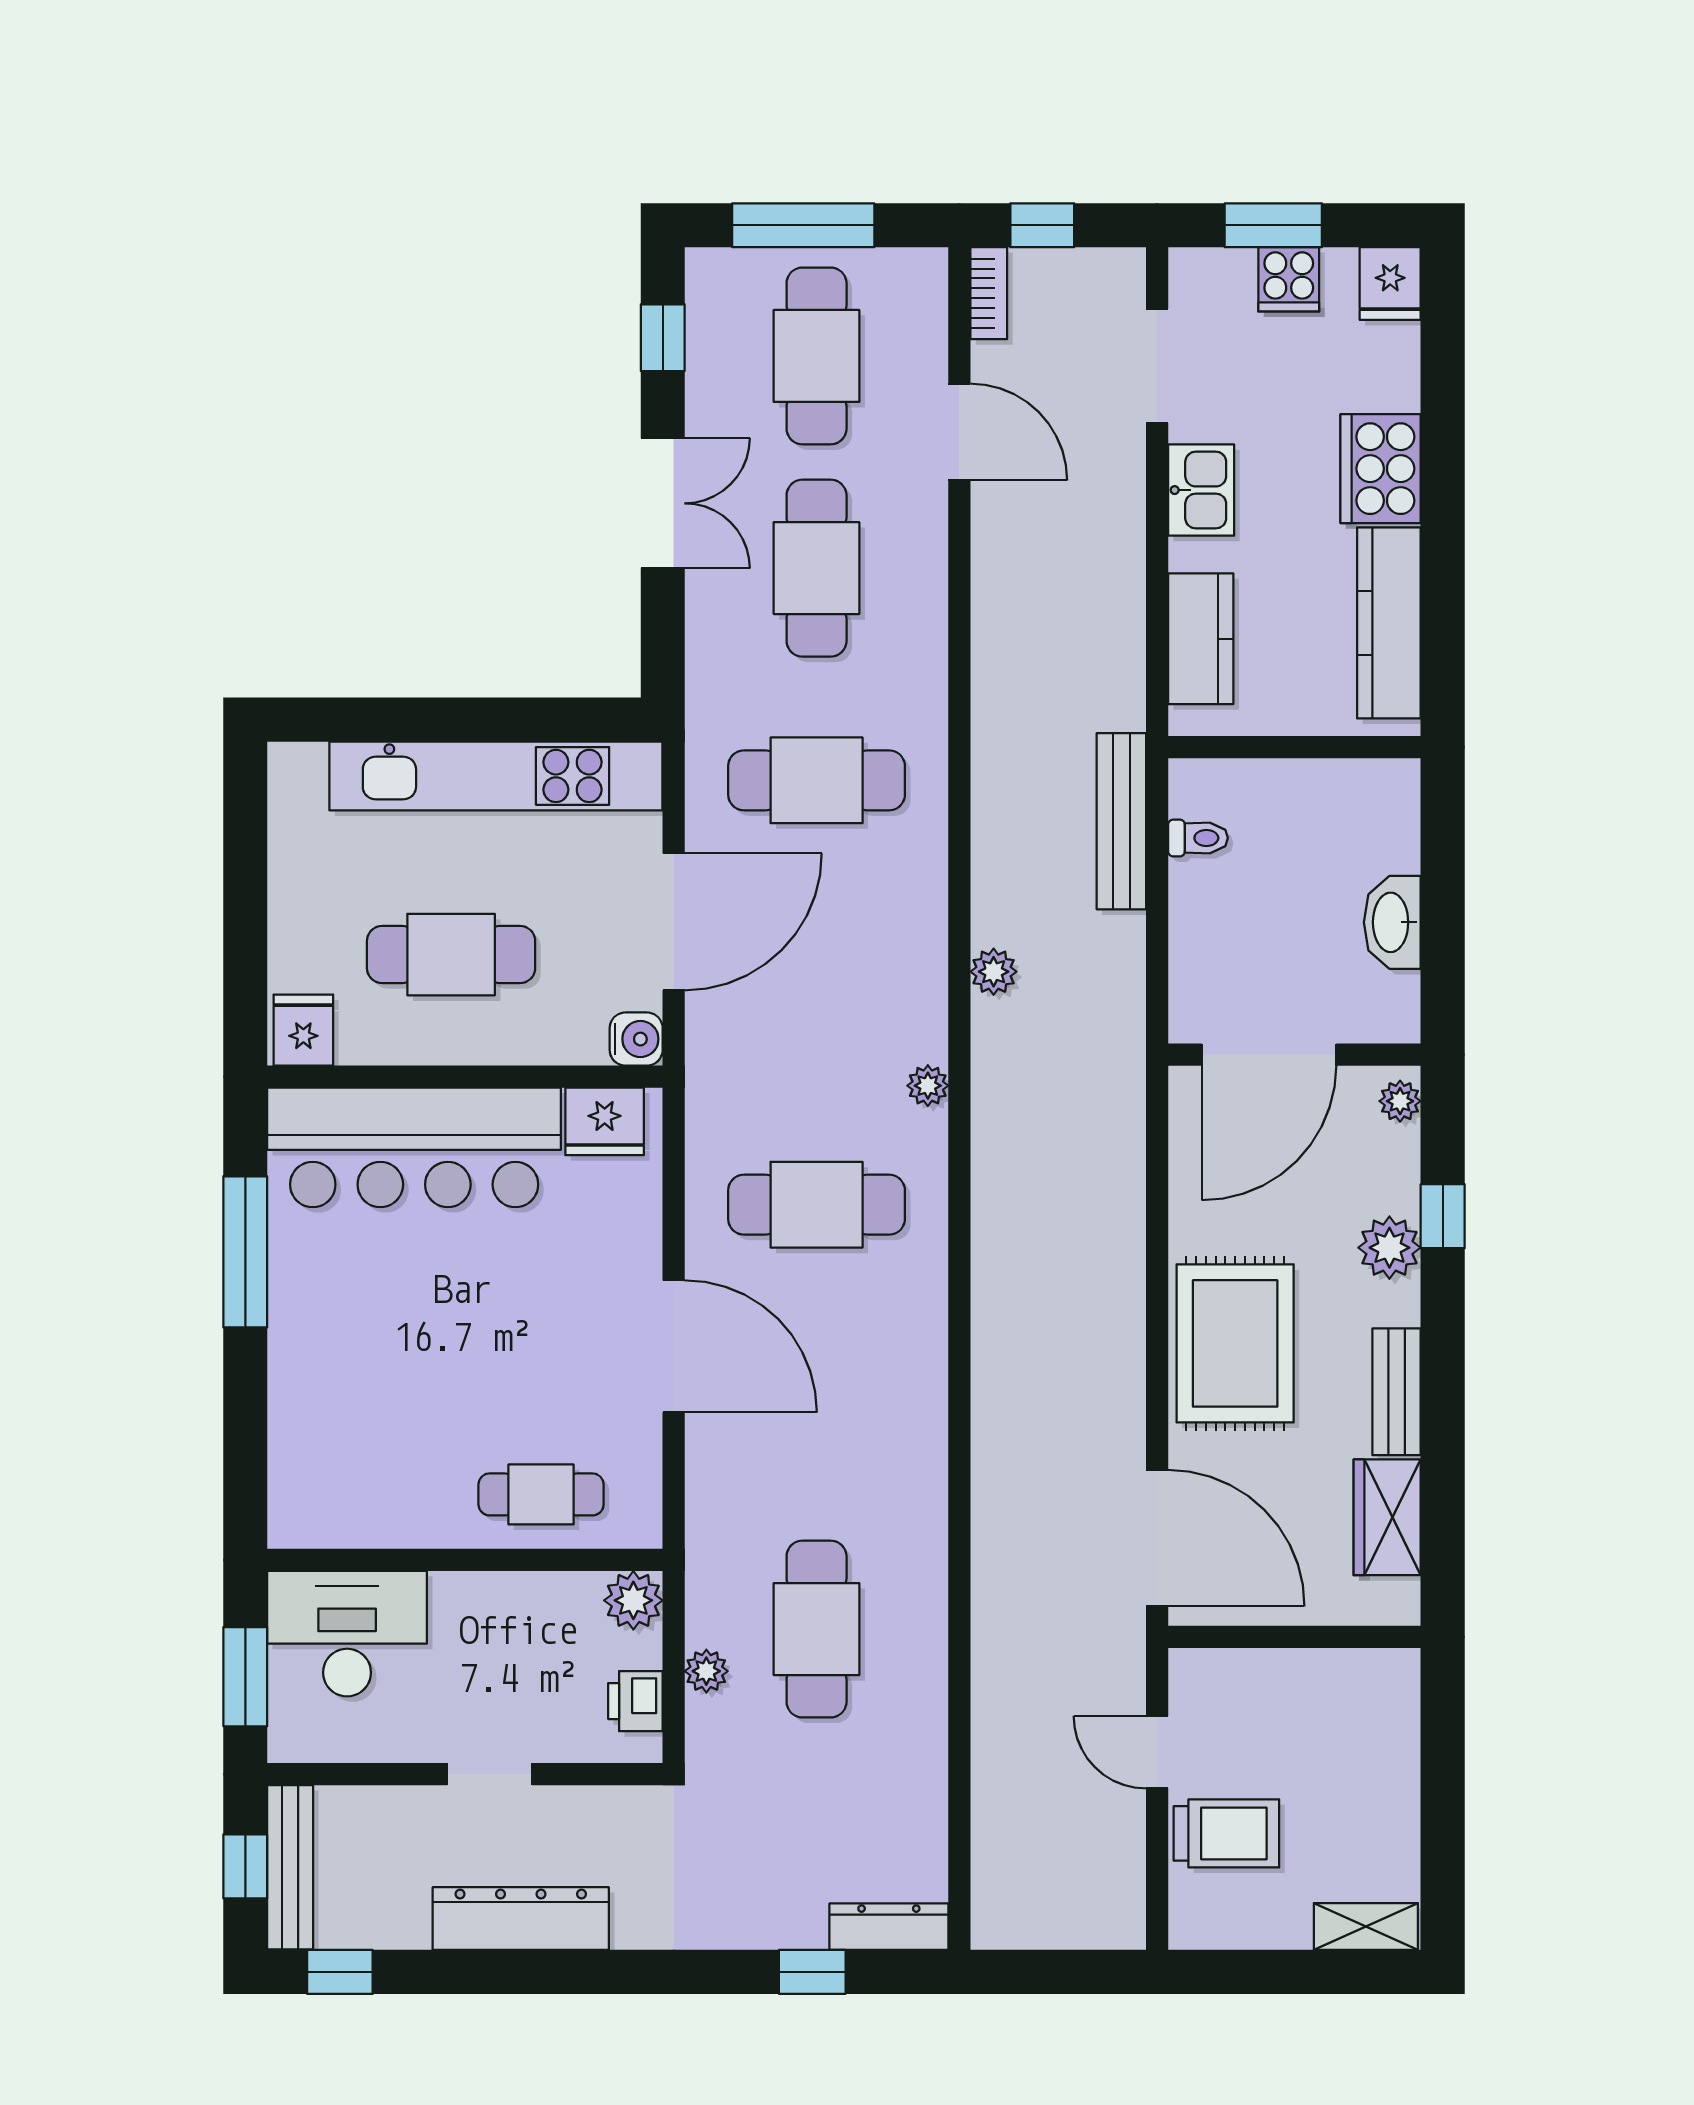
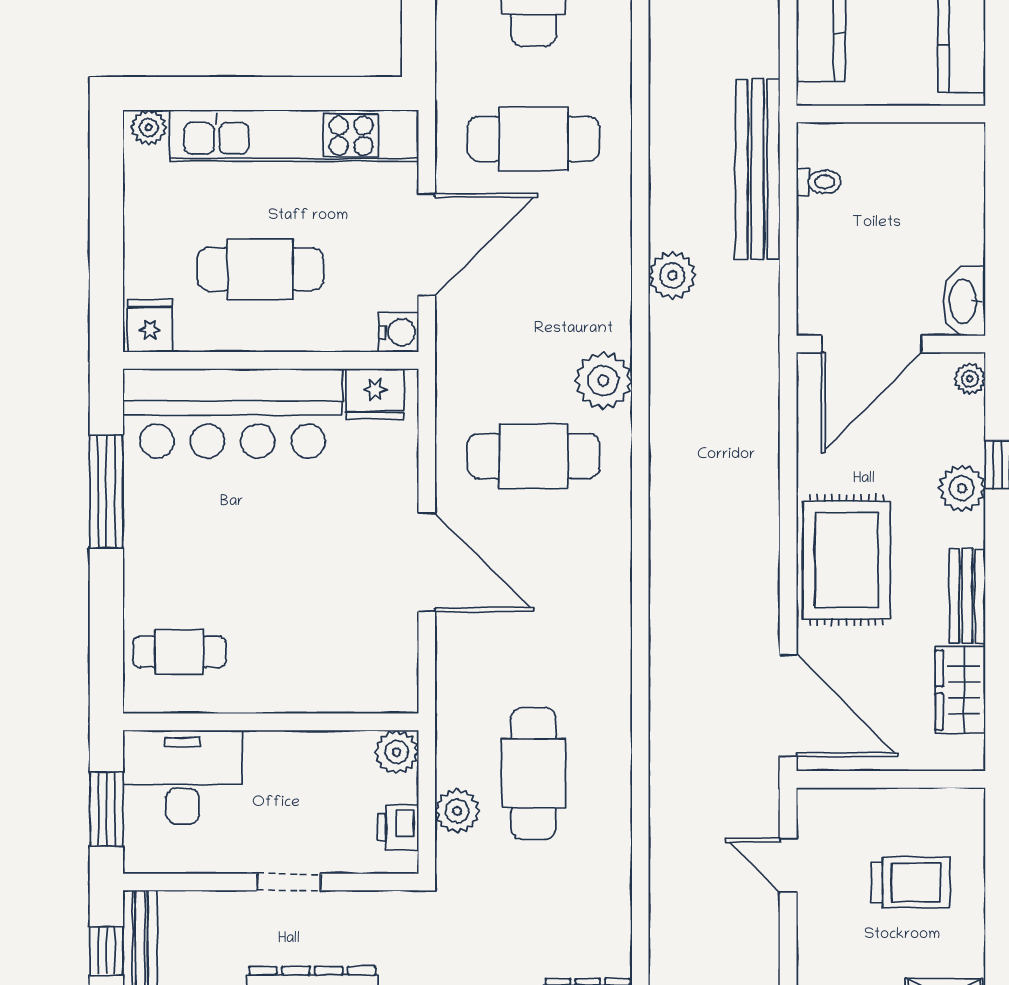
plant: (302, 765) -> (149, 127), added
bench: (1121, 821) -> (758, 169), width x1.37, depth x1.21
washbasin: (1392, 922) -> (964, 301), moved
plant: (994, 972) -> (672, 275), width x1.38, depth x1.38
plant: (928, 1086) -> (603, 381), width x1.88, depth x1.88
cafe table: (541, 1494) -> (179, 652), moved
plant: (706, 1671) -> (457, 811), width x1.38, depth x1.38
trolley: (1226, 1833) -> (911, 882), moved

